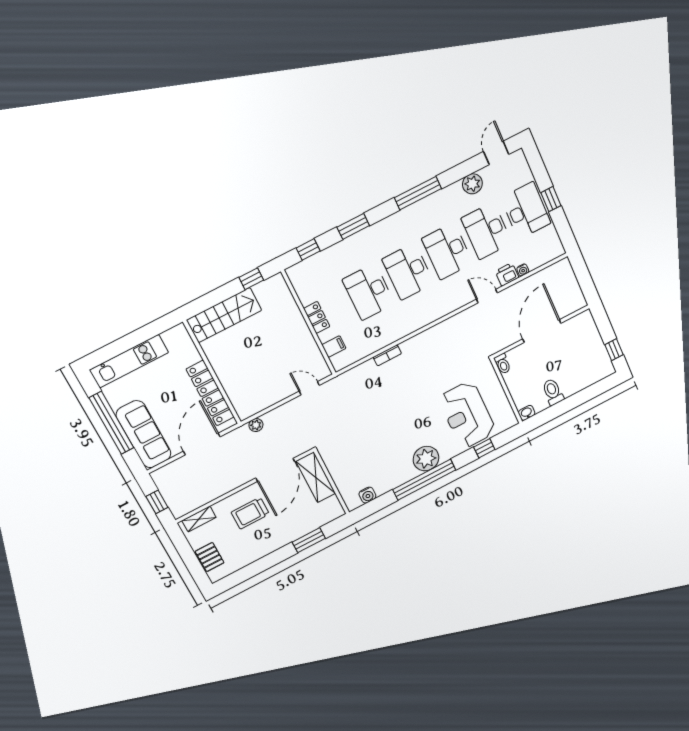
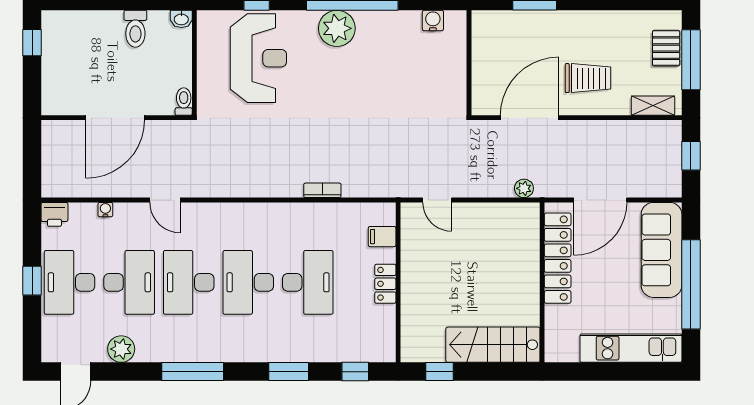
desk: (447, 251) -> (189, 282), turned 180
desk: (408, 271) -> (248, 282), turned 180
printer: (507, 274) -> (54, 214), moved
shelving: (316, 477) -> (485, 80), removed
window: (190, 559) -> (691, 60), added

